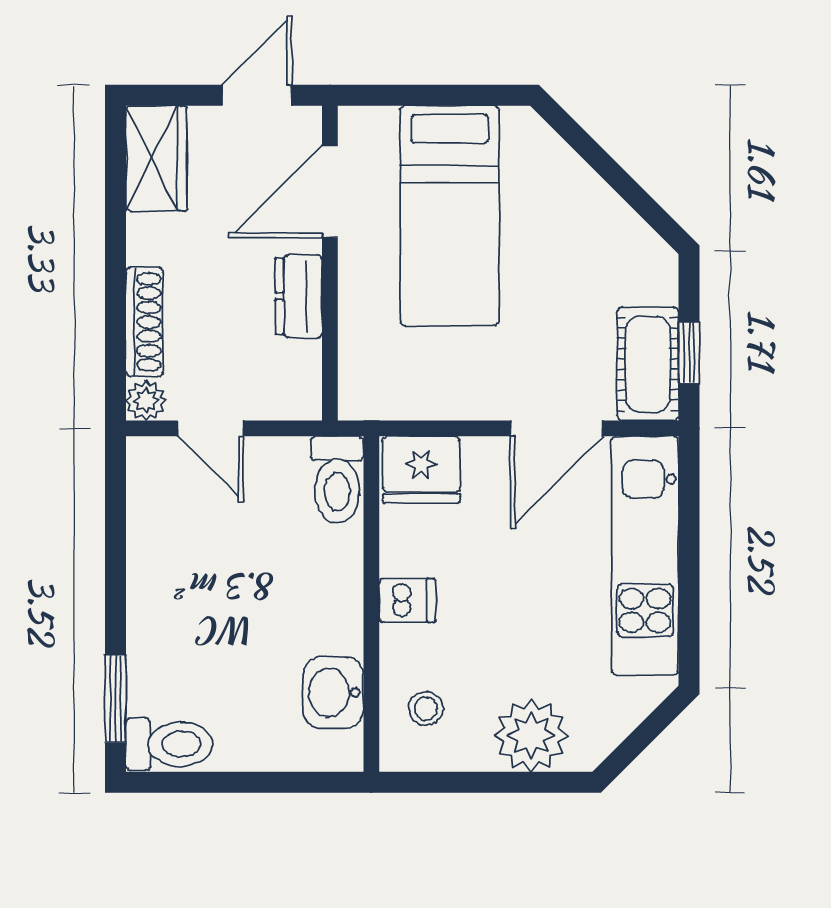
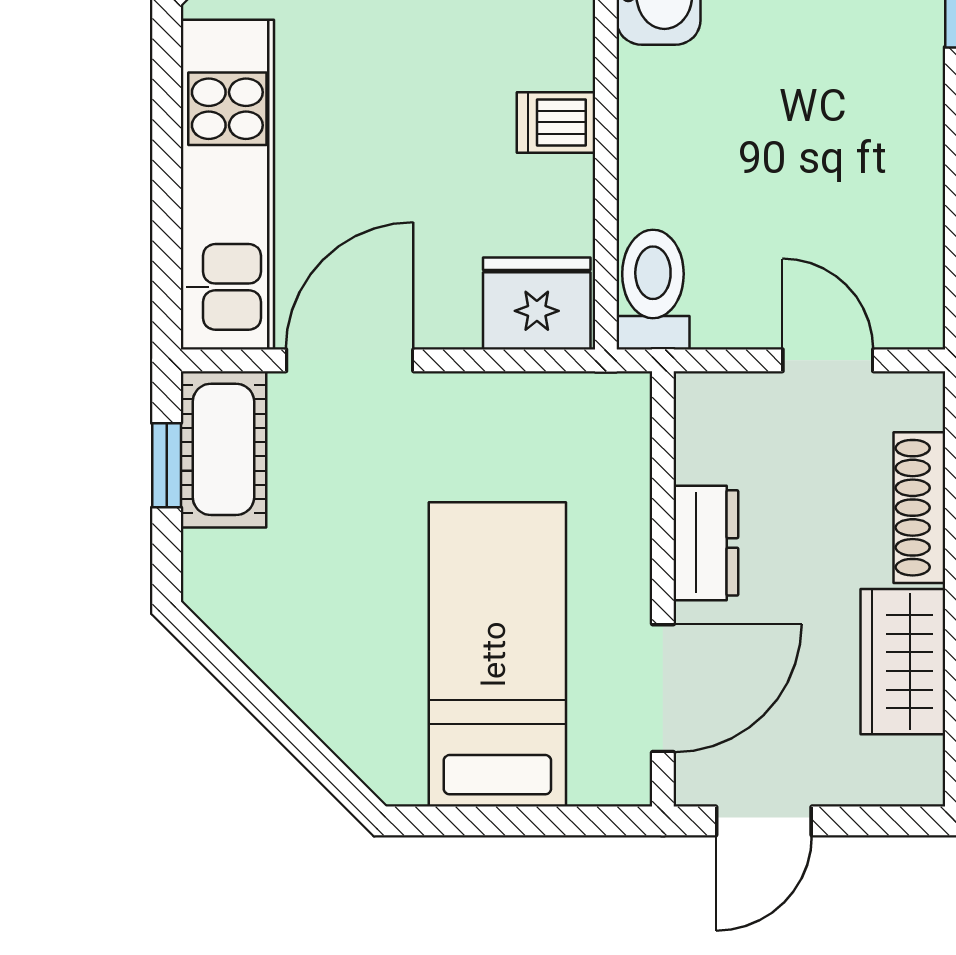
wardrobe: (156, 158) -> (903, 662), moved
plant: (146, 401) -> (917, 399), removed

